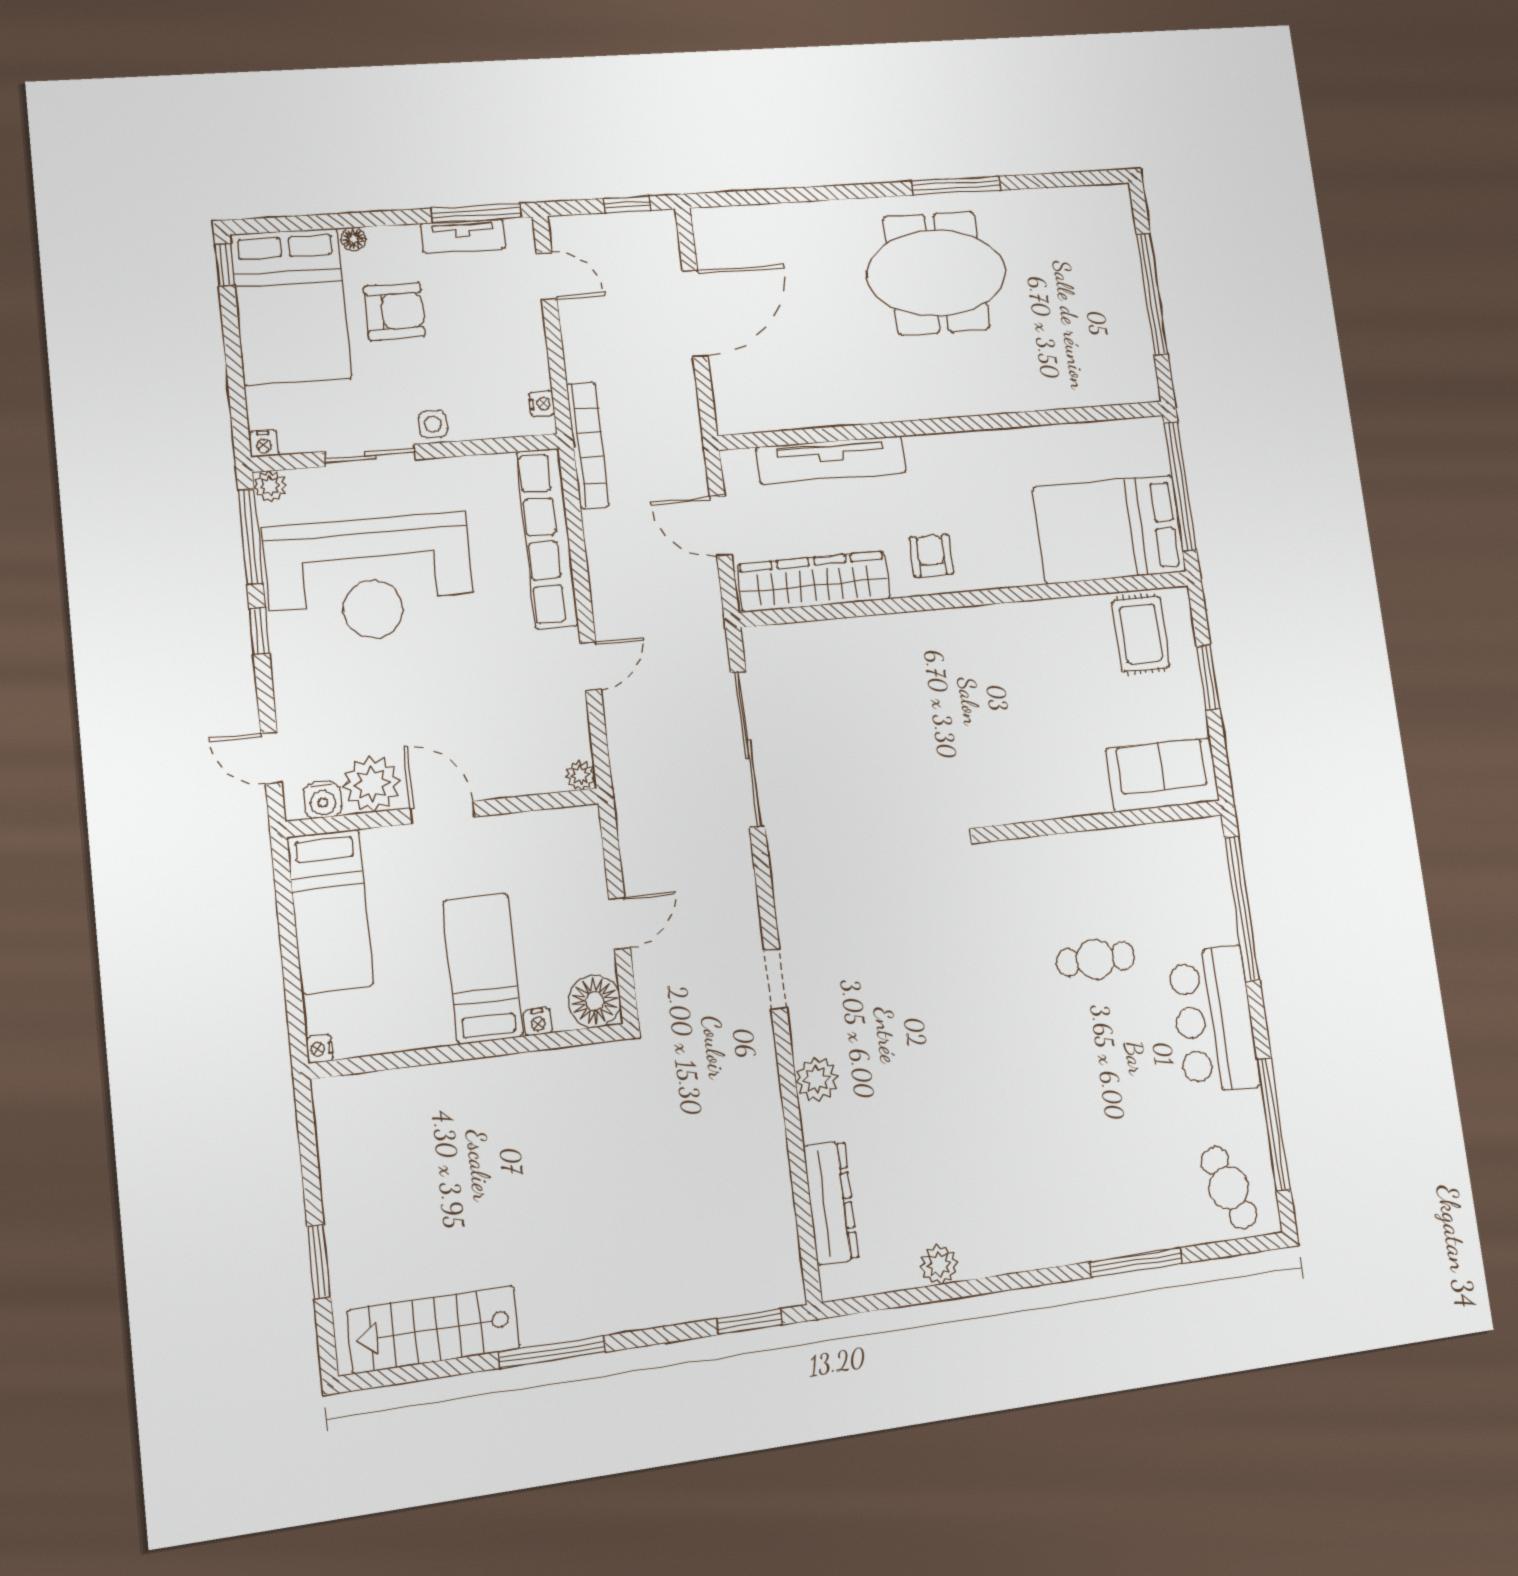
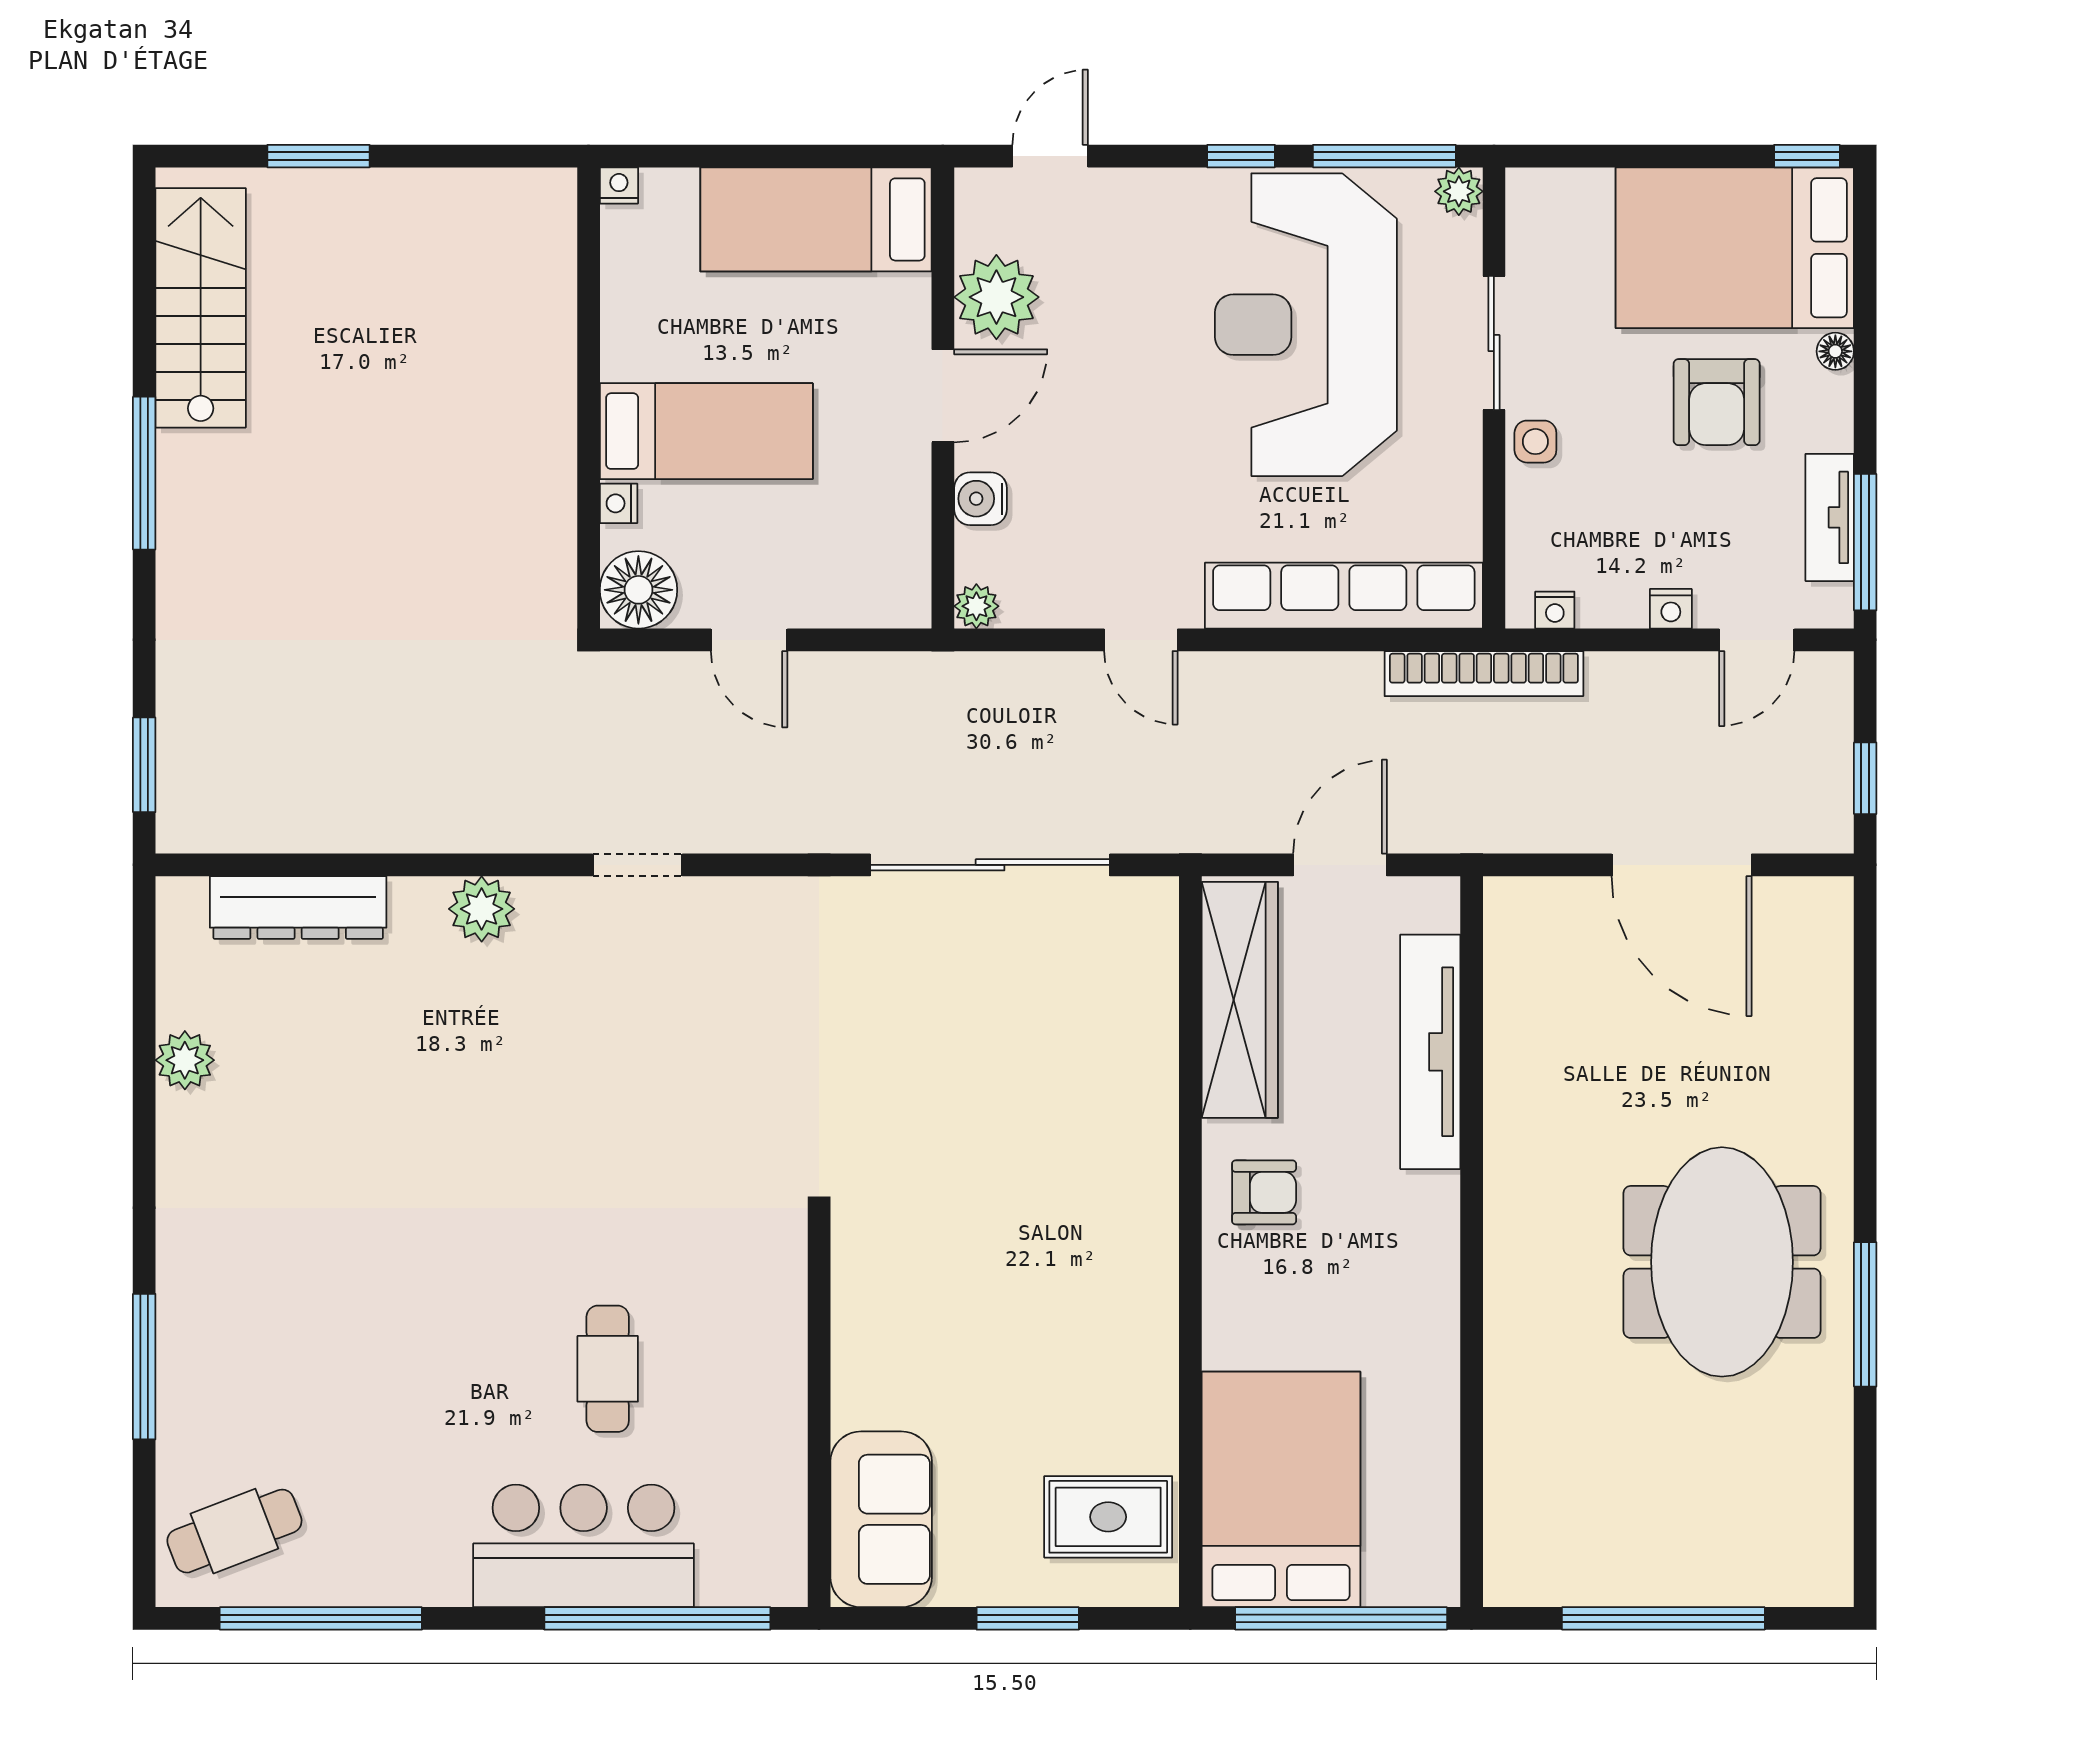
nightstand: (264, 443) -> (1671, 609), moved, turned -90
water cooler: (323, 800) -> (980, 499), moved
bar counter: (1214, 1020) -> (584, 1546), moved

